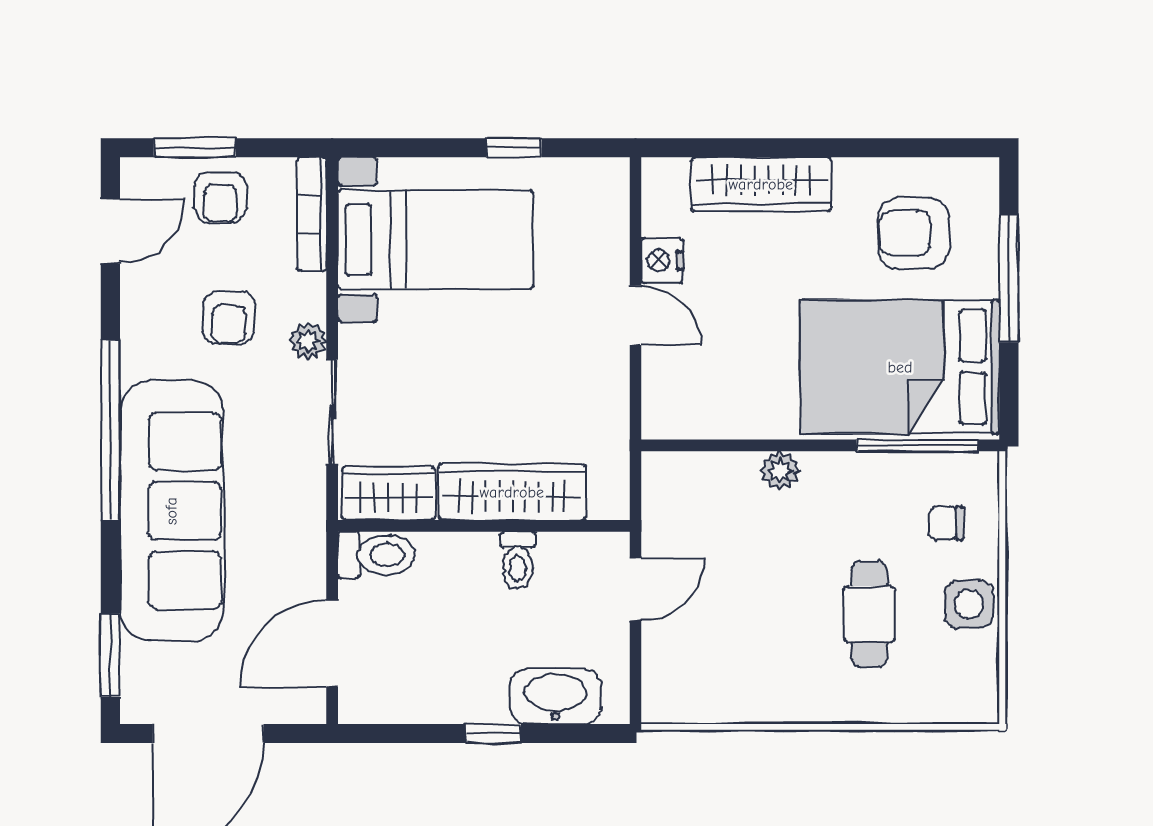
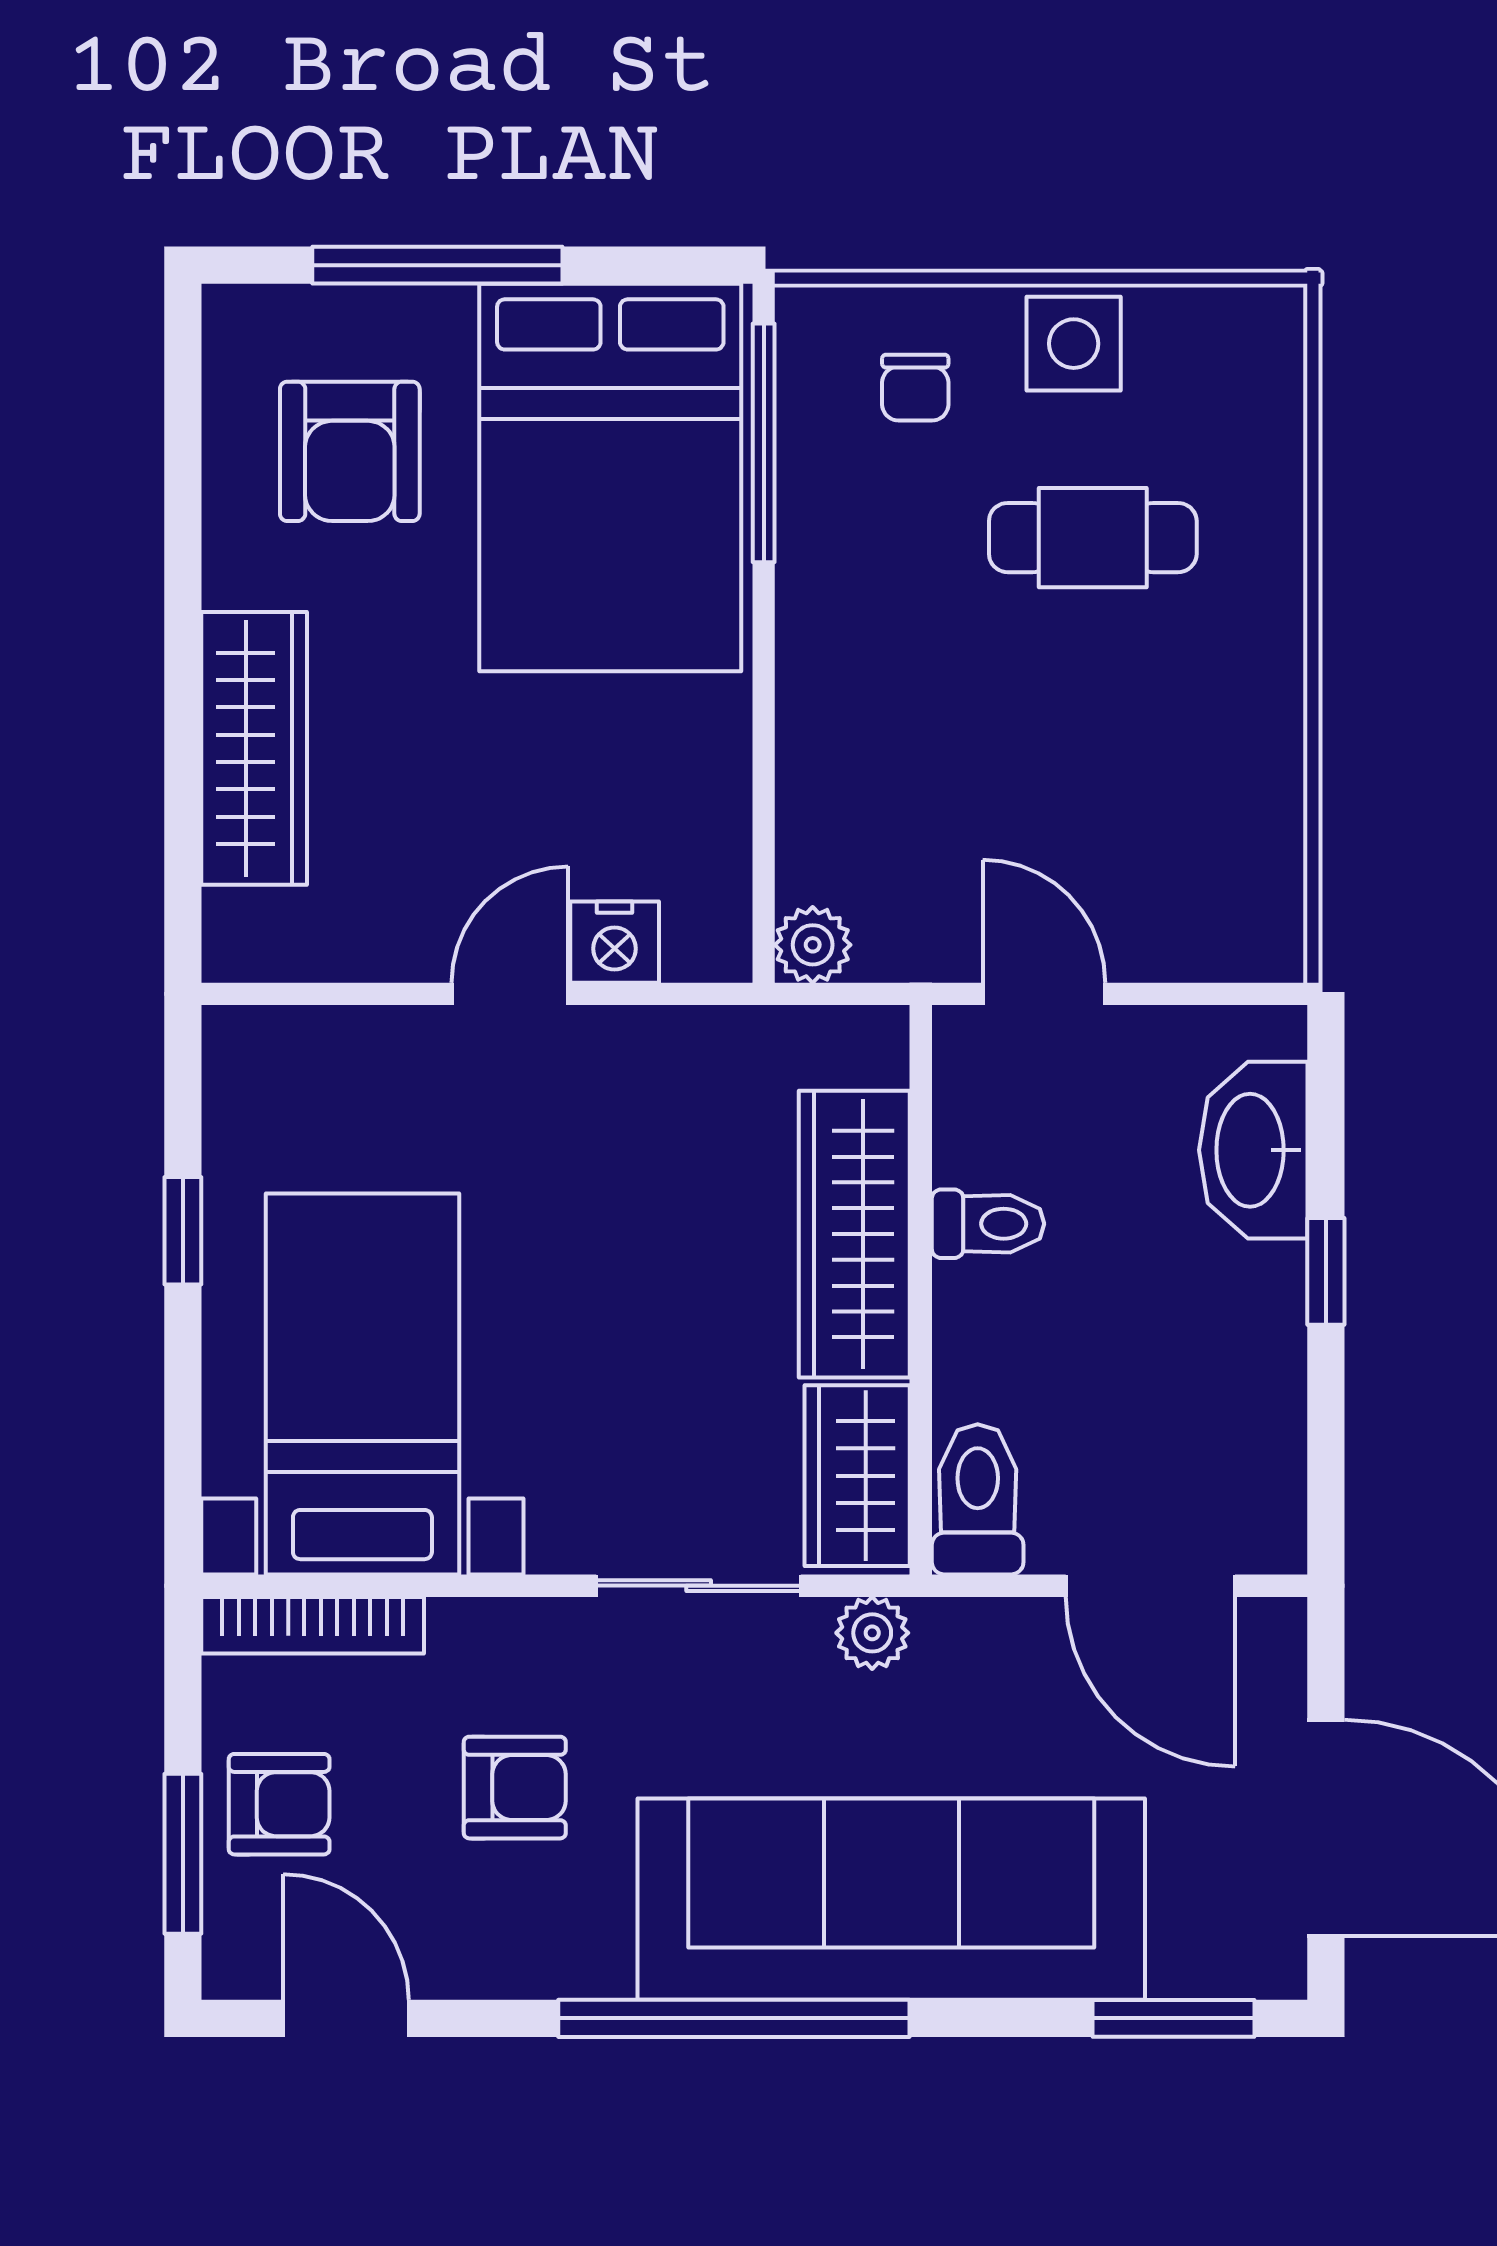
nightstand: (662, 260) -> (615, 942), moved
plant: (308, 341) -> (872, 1633), moved
plant: (780, 471) -> (813, 945), moved

